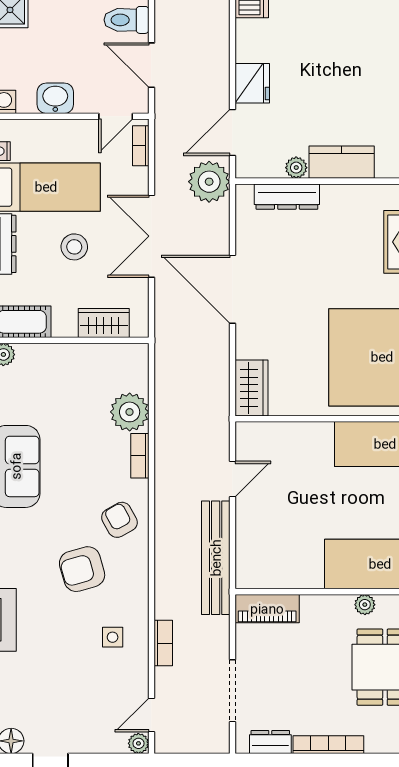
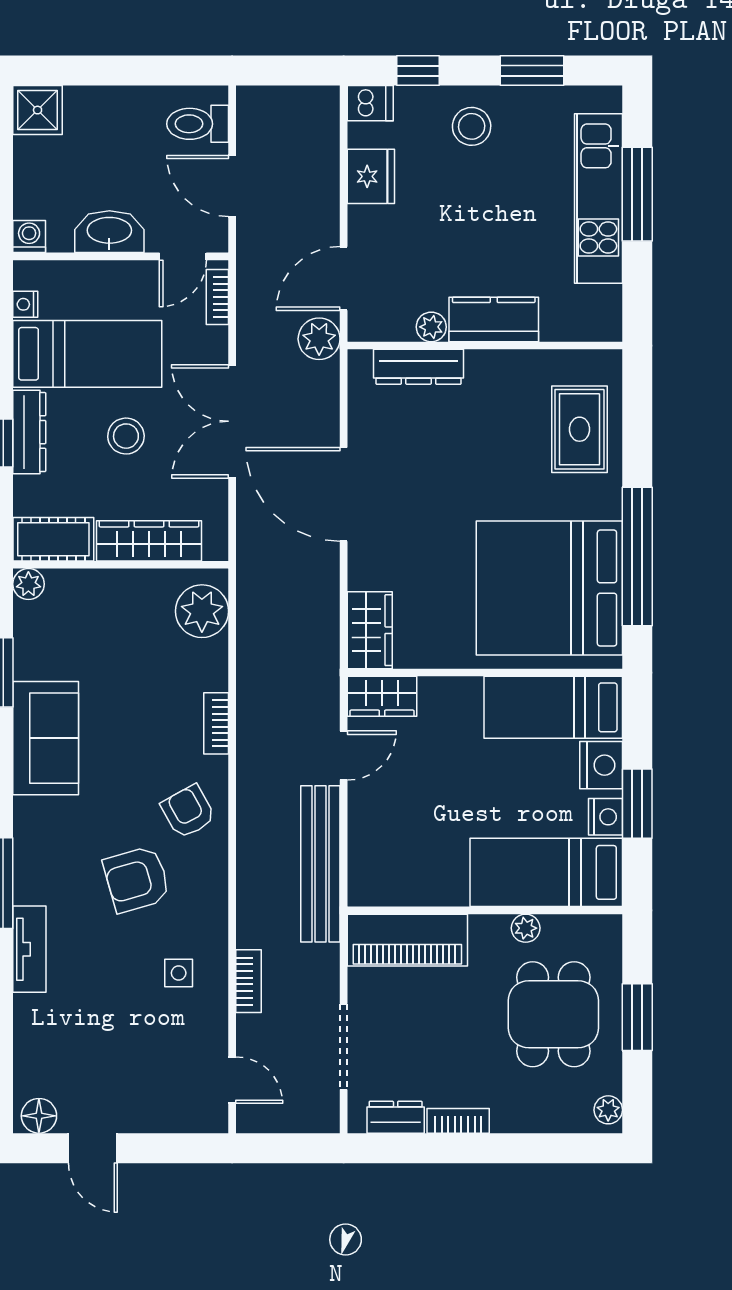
stool: (326, 22) -> (472, 126), added
fridge: (252, 83) -> (371, 176), moved
washbasin: (55, 98) -> (109, 232), width x1.38
plant: (209, 182) -> (319, 339), width x0.73, depth x0.73
wardrobe: (104, 323) -> (149, 541), width x1.50
plant: (130, 412) -> (202, 611), moved
wardrobe: (260, 436) -> (382, 696), added
piano: (267, 609) -> (407, 940), width x1.37, depth x1.33
door: (151, 715) -> (232, 1080), swing flipped
plant: (138, 743) -> (214, 1119), removed
bookcase: (328, 745) -> (458, 1121), width x0.64

